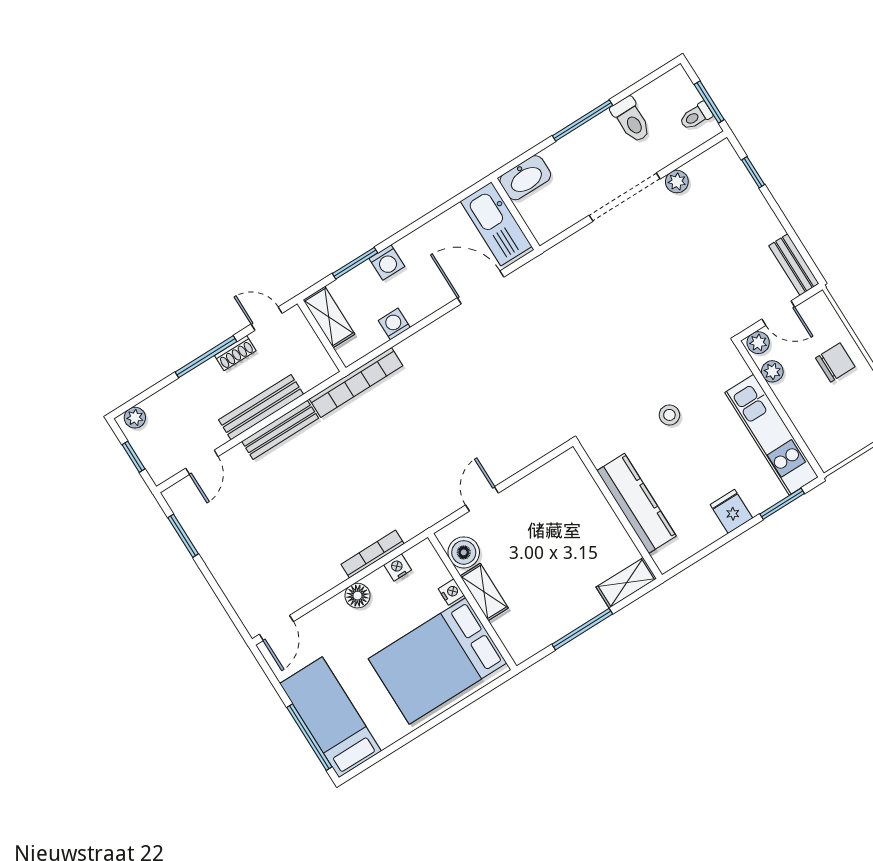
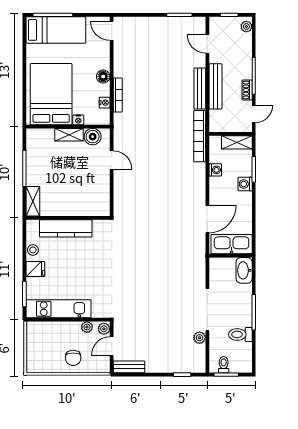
stool: (669, 415) -> (33, 250), moved

